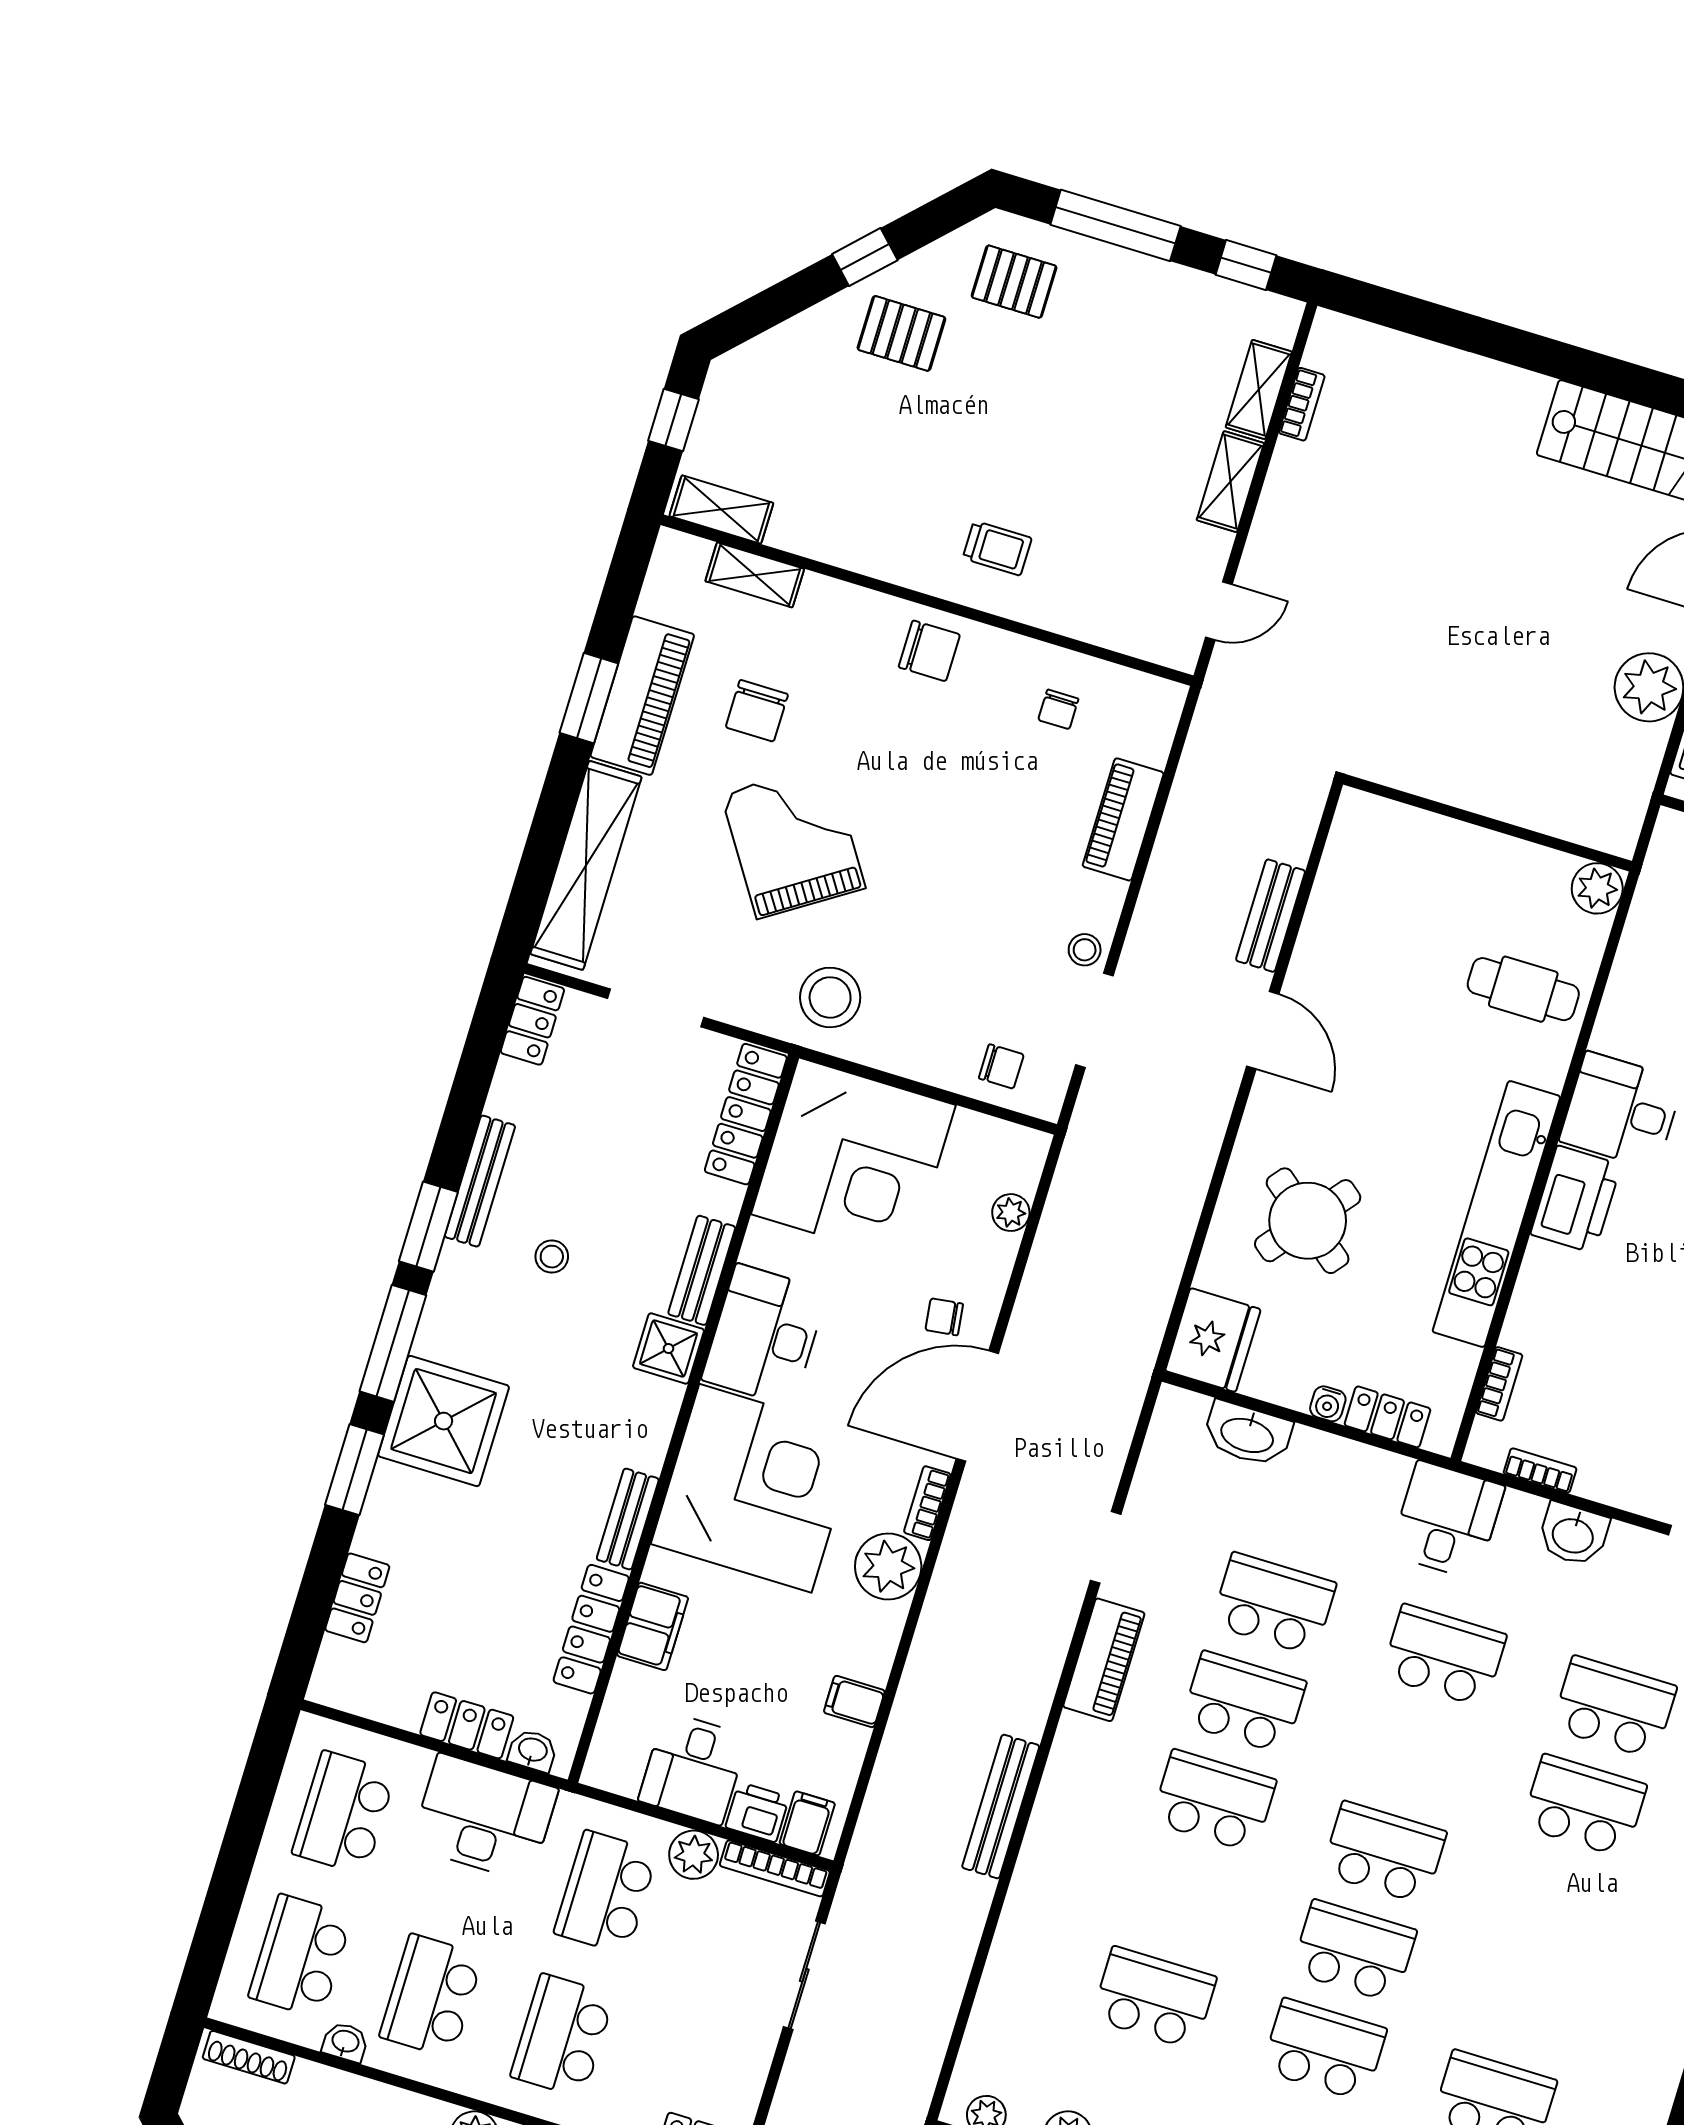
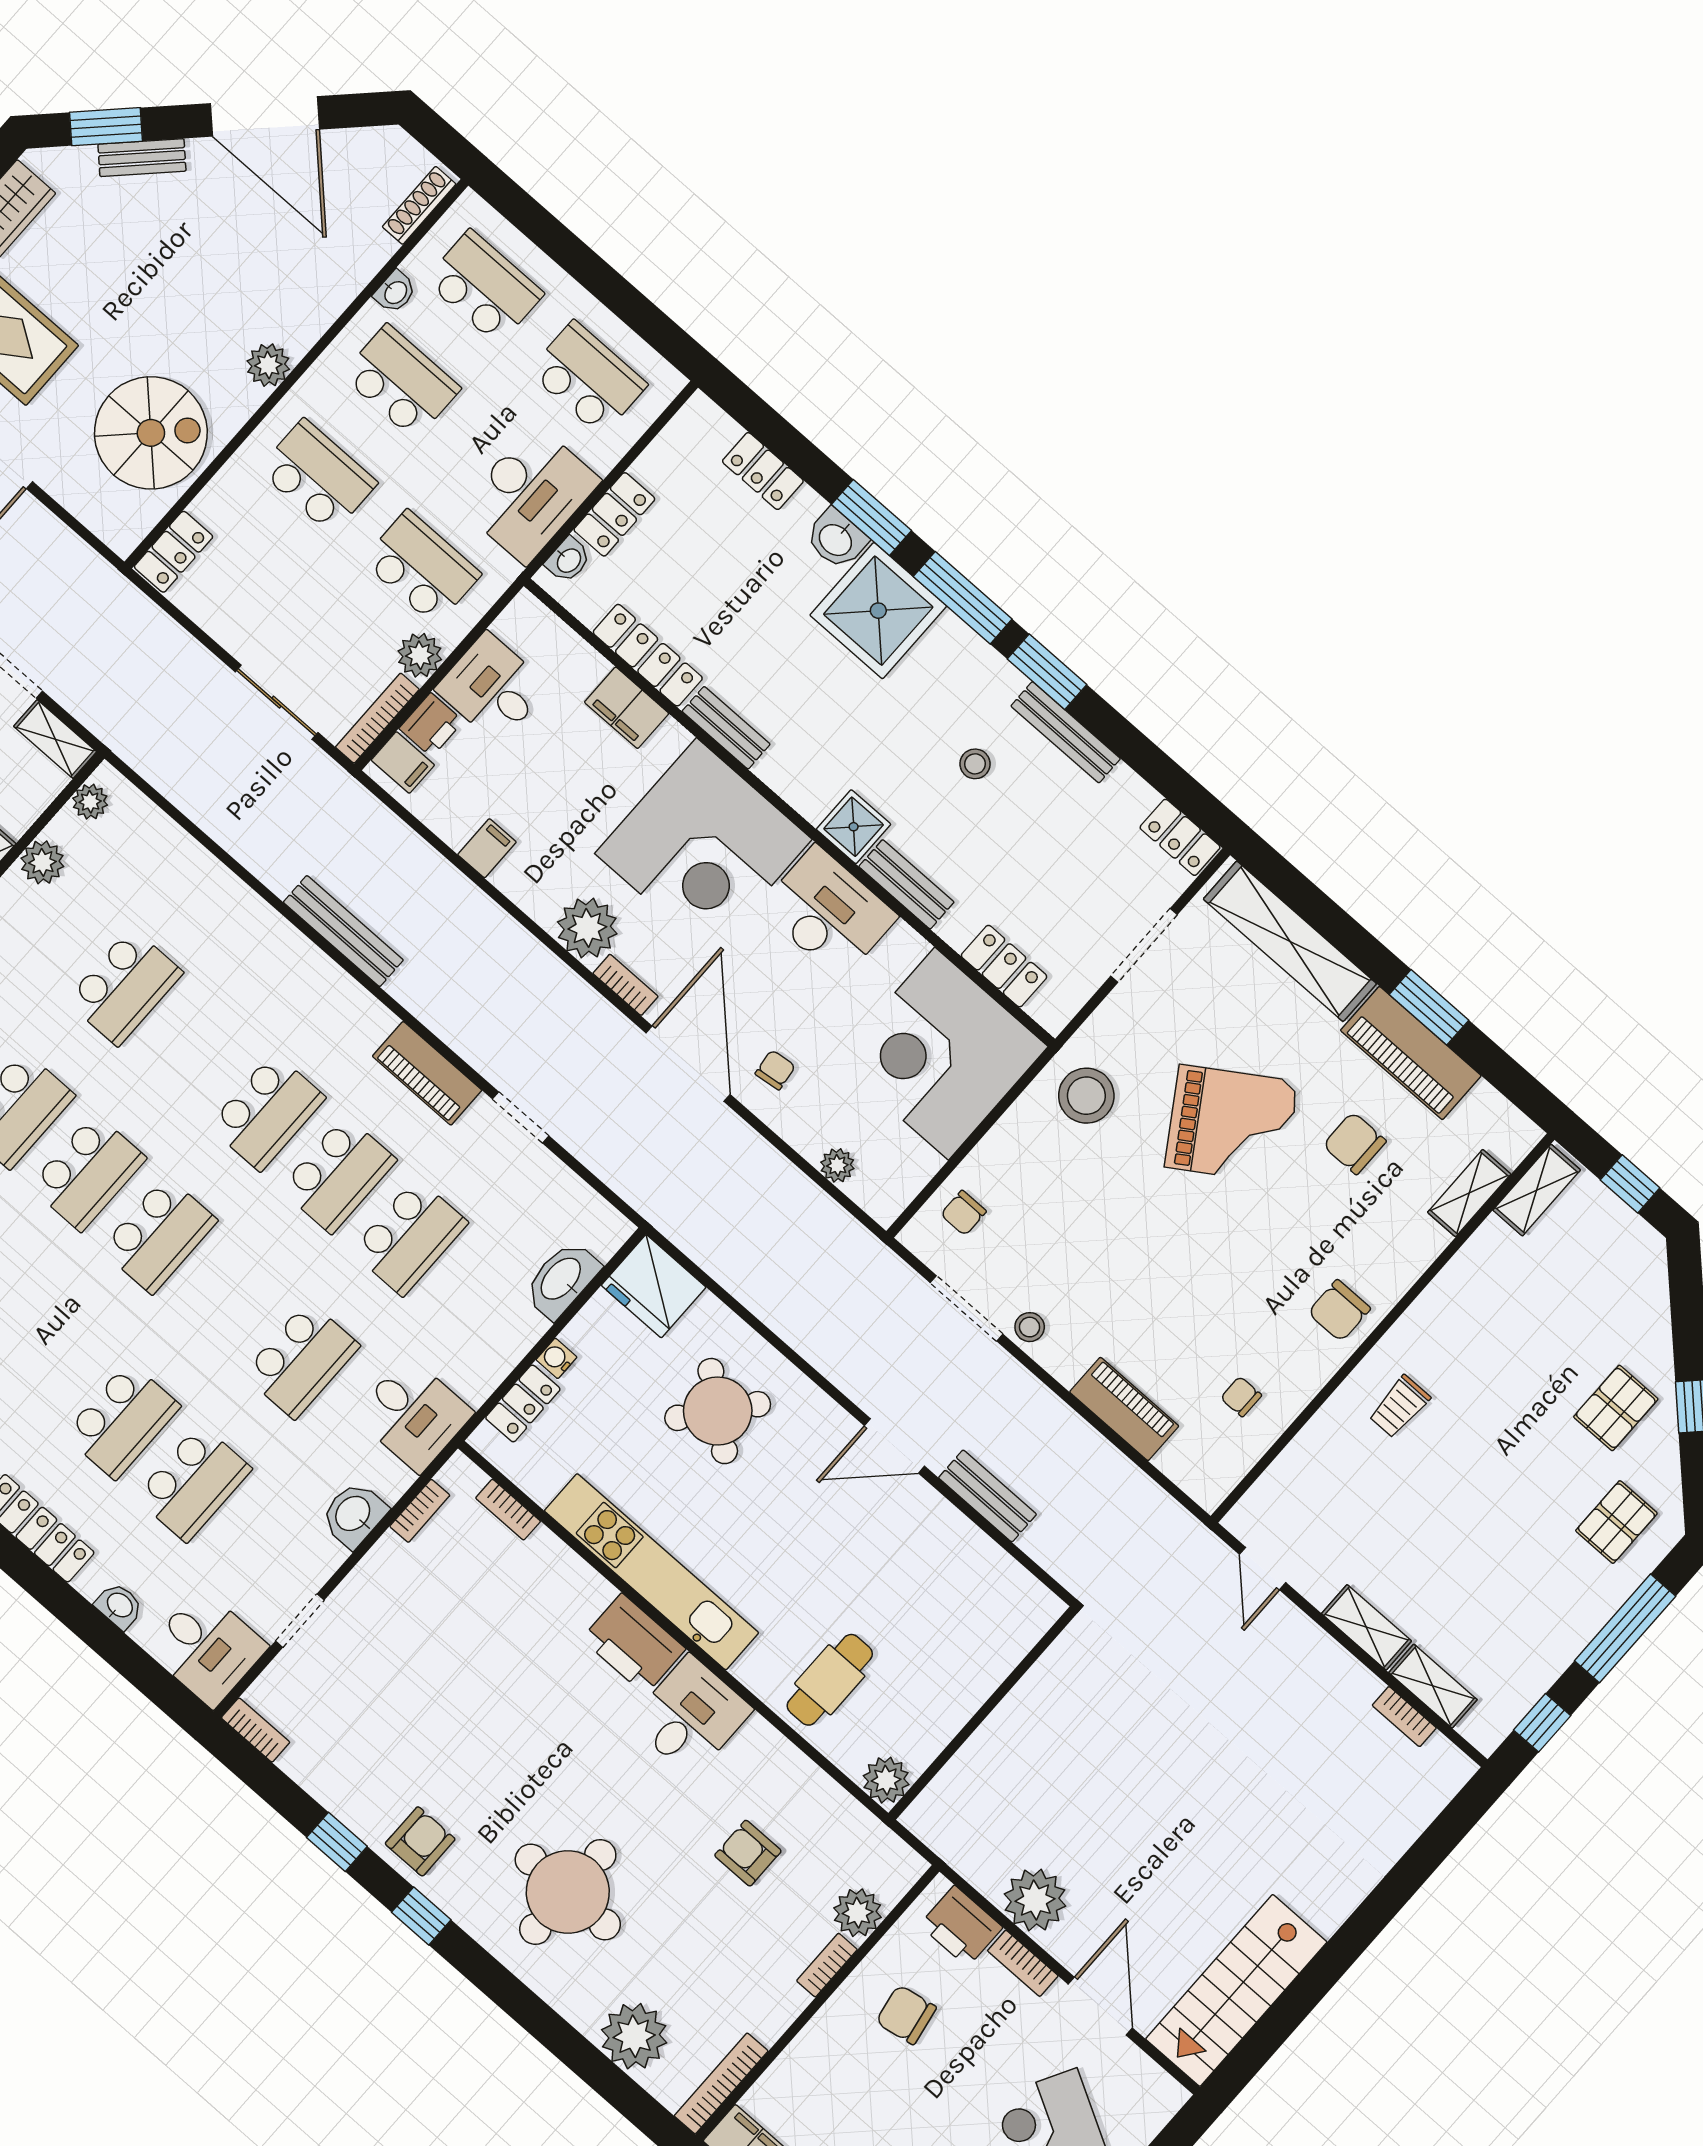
locker: (746, 1114) -> (1004, 966), width x0.66
washbasin: (392, 1495) -> (836, 539), added

